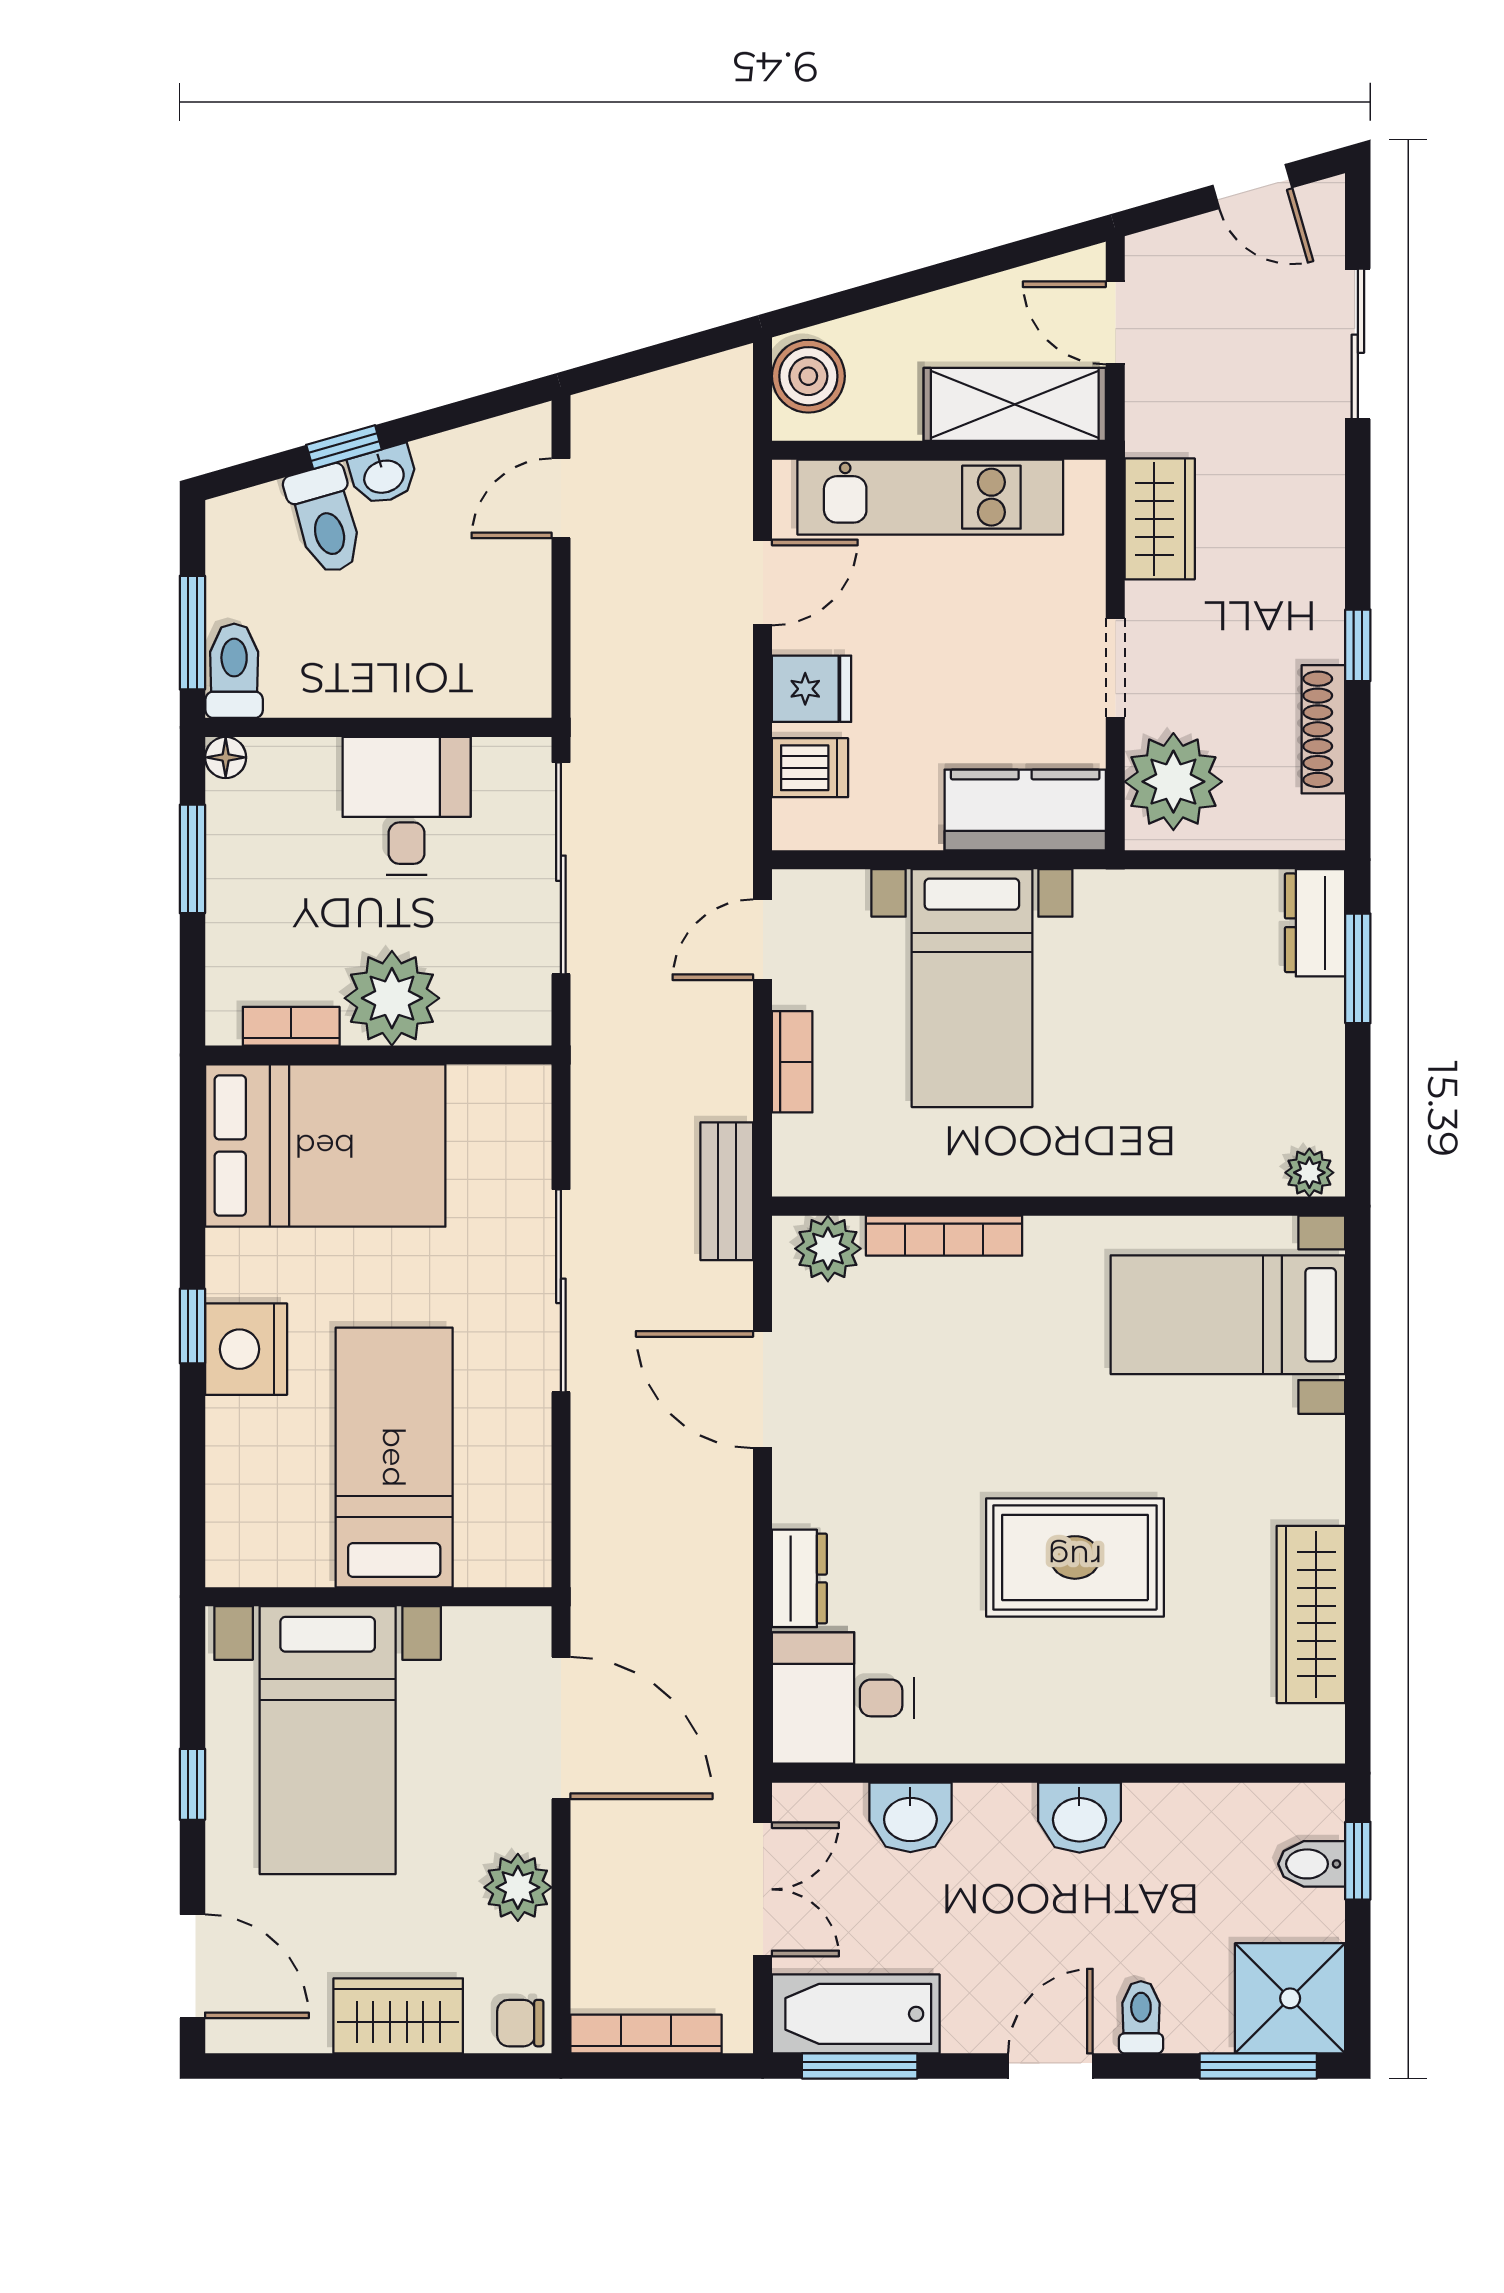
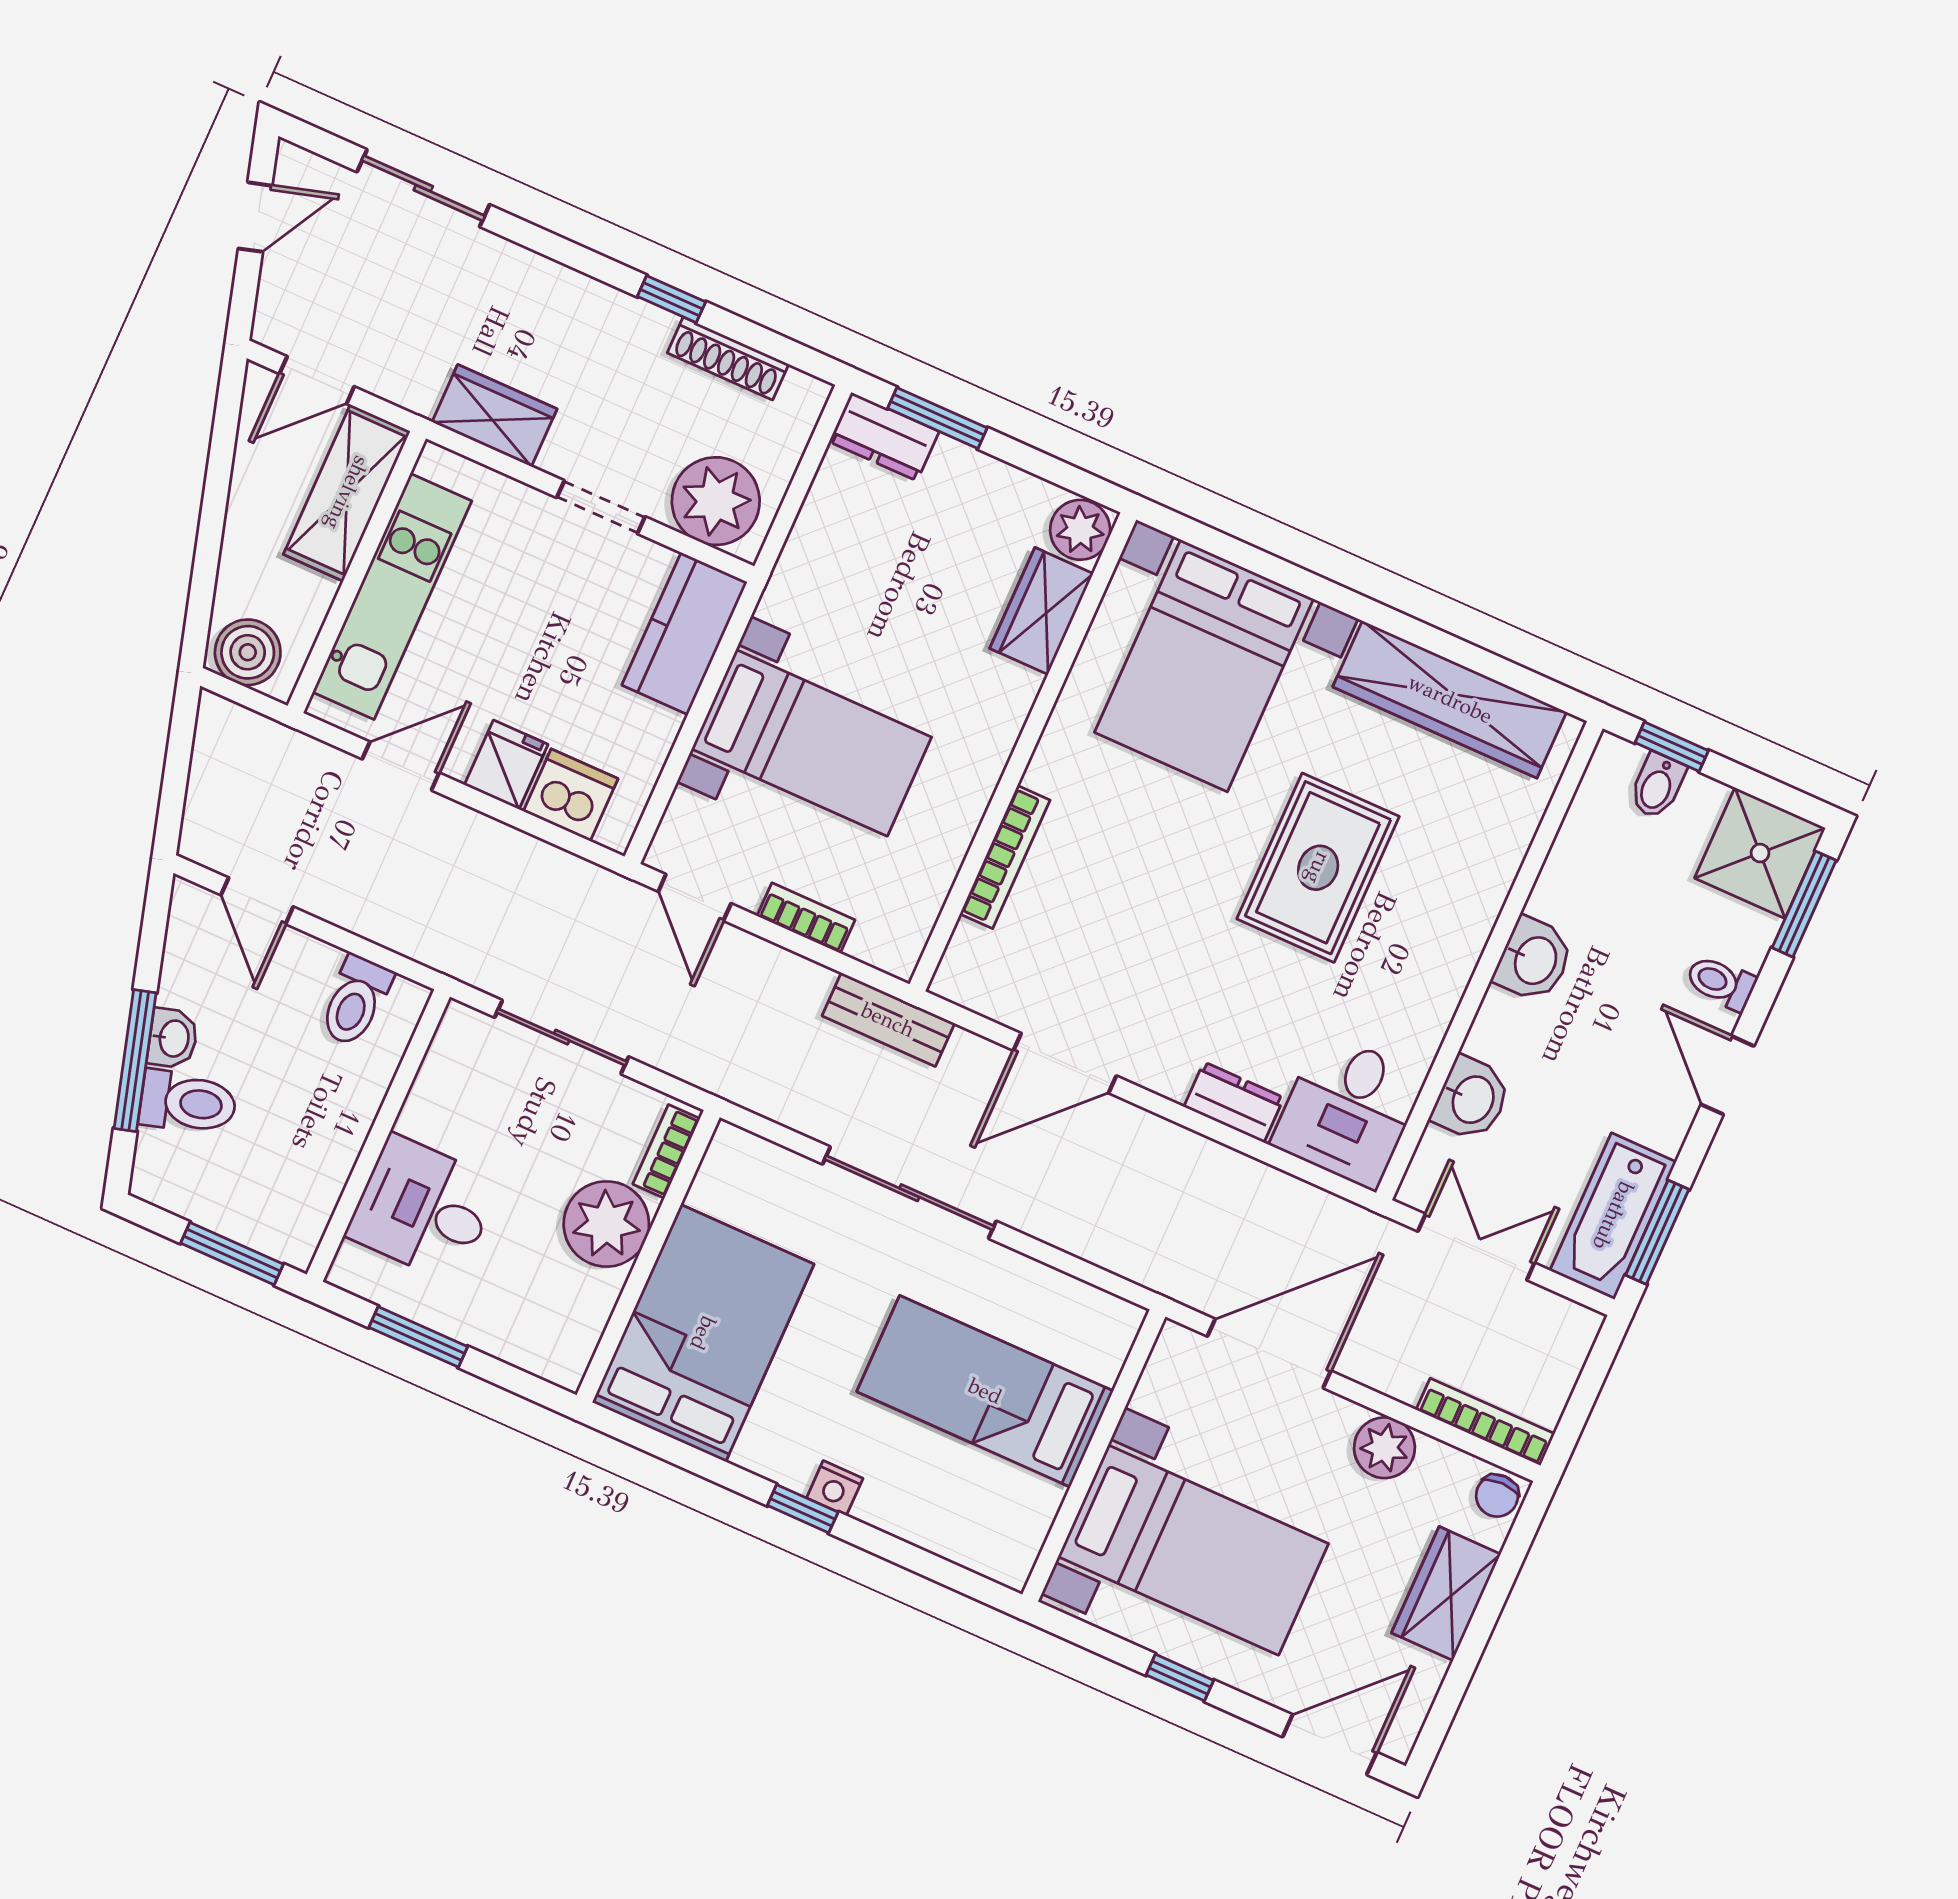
window: (344, 447) -> (135, 1061), width x2.17
door: (763, 583) -> (401, 766), hinge flipped
toilet: (234, 671) -> (356, 1001), moved, turned -90
floor lamp: (226, 757) -> (347, 1272), removed
dishwasher: (810, 768) -> (571, 795), width x1.38
desk: (407, 806) -> (423, 1209), moved
sliding door: (561, 868) -> (562, 1037), width x0.73
bookcase: (291, 1026) -> (666, 1151), moved
wardrobe: (1210, 1161) -> (1041, 611), added
plant: (1309, 1173) -> (1080, 530), width x1.38, depth x1.38
plant: (828, 1249) -> (973, 957), removed
bed with nightstands: (1228, 1315) -> (1204, 666), width x1.36
nightstand: (246, 1349) -> (835, 1488), width x0.53, depth x0.56
wardrobe: (1311, 1614) -> (1450, 699), width x1.40, depth x1.17
bookcase: (646, 2034) -> (1485, 1422), moved, turned 90

